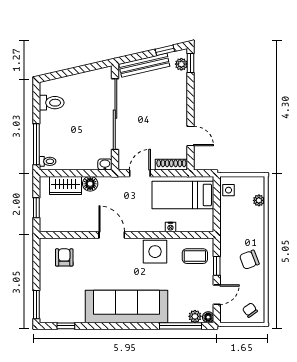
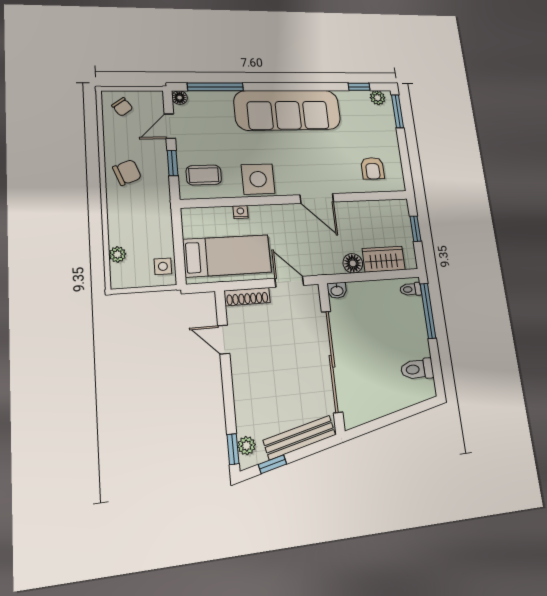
door: (140, 173) -> (289, 282), swing flipped
plant: (195, 316) -> (378, 98), moved

